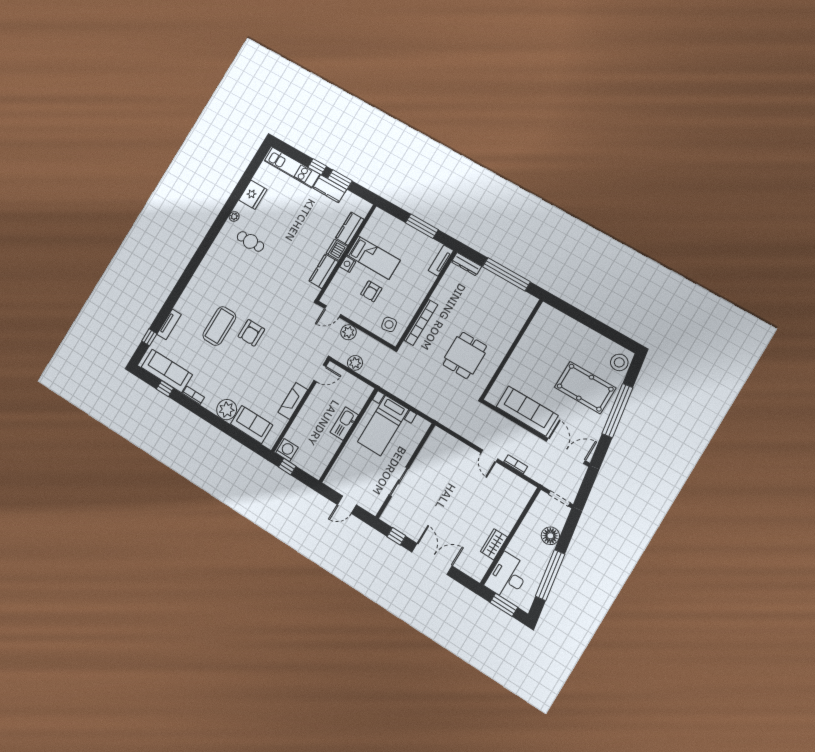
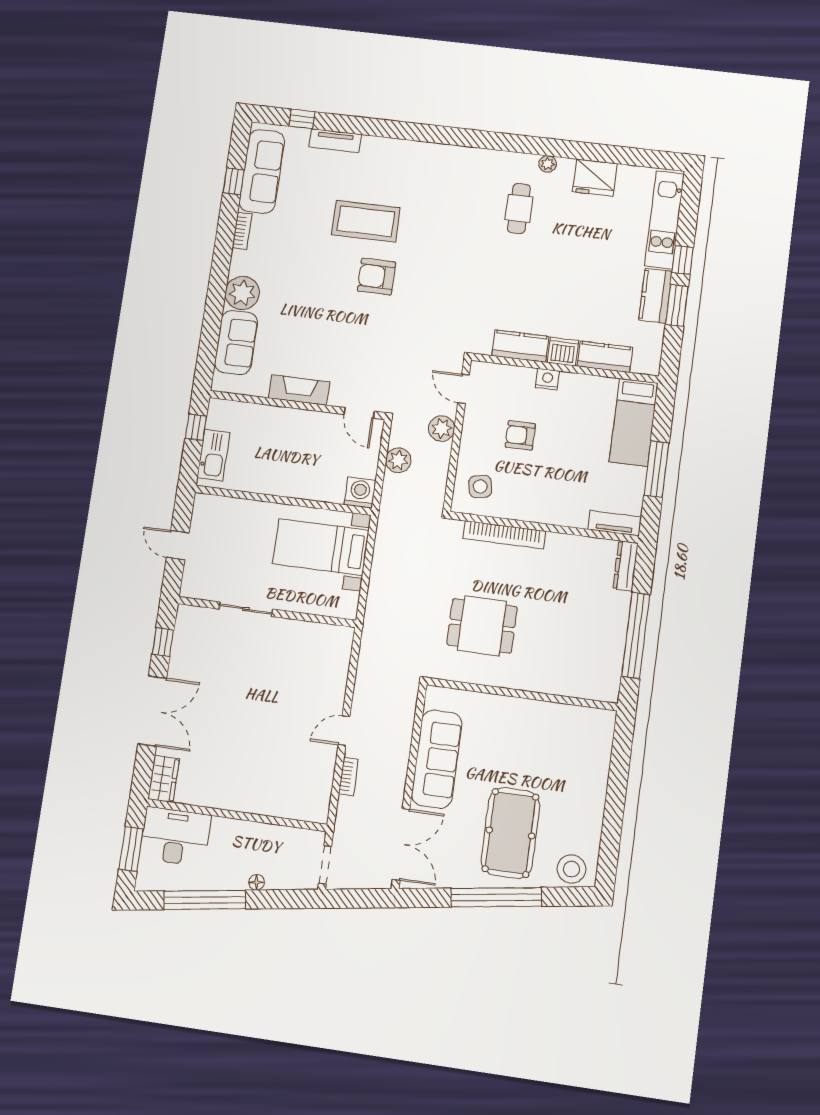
bed: (373, 258) -> (634, 422), moved
kitchen sink: (344, 424) -> (213, 455), moved, turned 90
washing machine: (287, 450) -> (360, 493), moved, turned -90
floor lamp: (550, 536) -> (257, 882), width x0.53, depth x0.53
wardrobe: (494, 544) -> (164, 779), moved, turned 90

